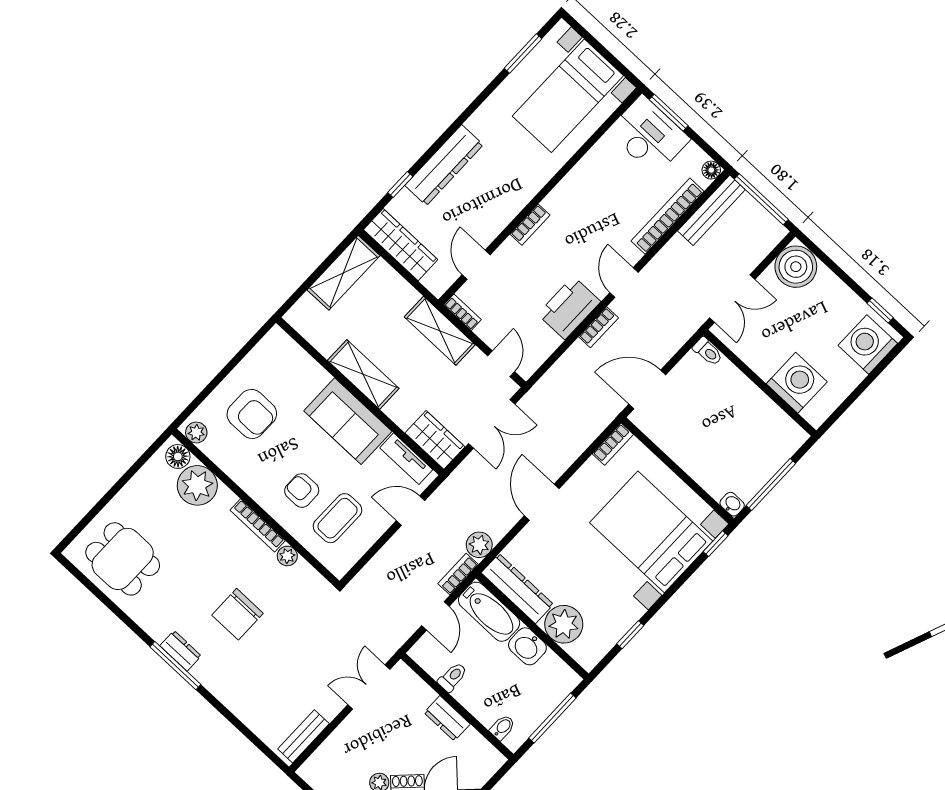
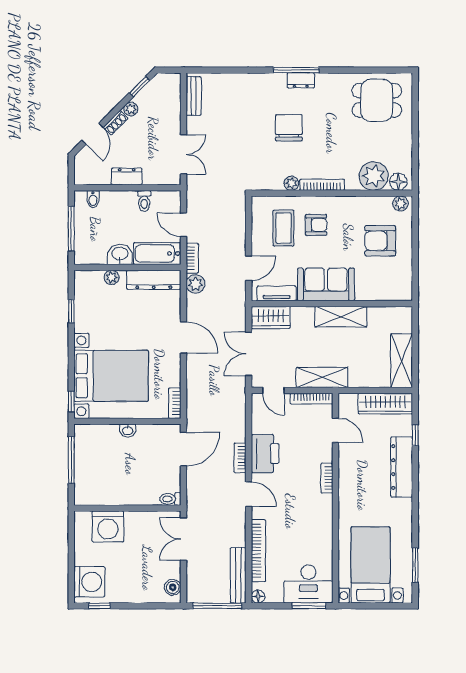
boiler: (796, 267) -> (173, 587), width x0.54, depth x0.54
bookcase: (463, 312) -> (312, 399), width x1.56
washbasin: (732, 504) -> (128, 430), moved
plant: (564, 624) -> (112, 277), width x0.53, depth x0.53

